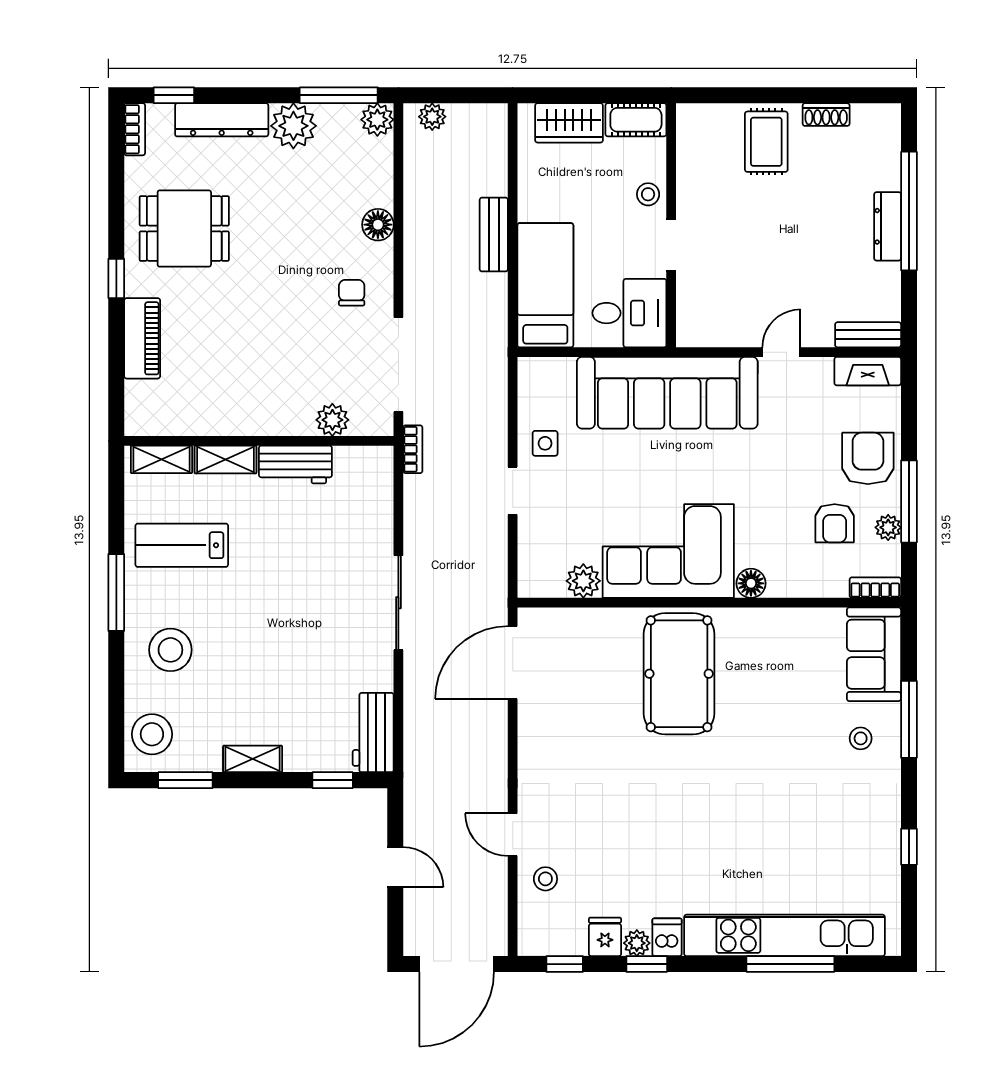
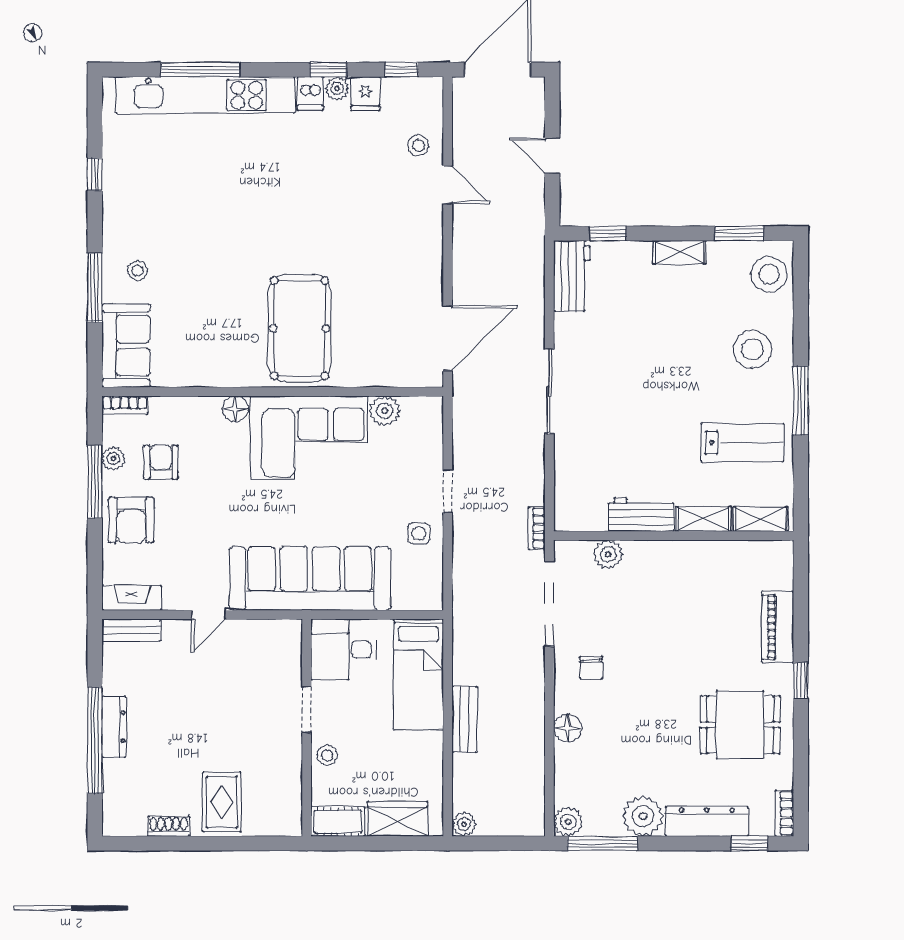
plant: (432, 117) -> (464, 824), moved

